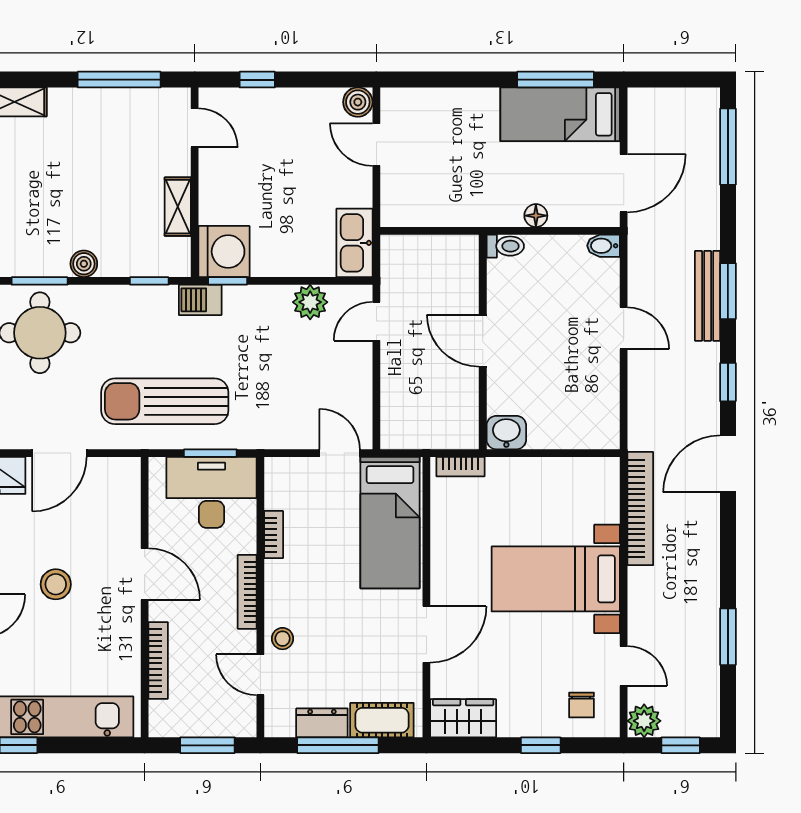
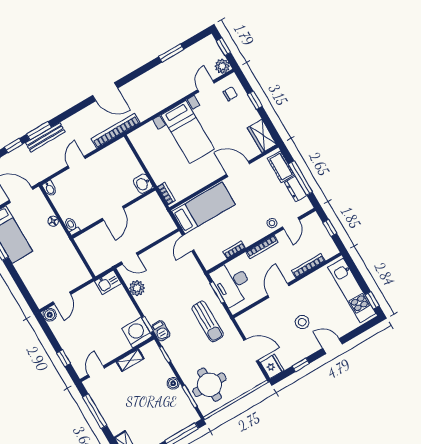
kitchen sink: (354, 243) -> (108, 282), width x0.73
window: (728, 382) -> (14, 146), moved
sun lounger: (165, 401) -> (208, 321), width x0.73, depth x0.75
bookcase: (640, 509) -> (116, 131), moved
window: (207, 745) -> (330, 228), width x0.67

